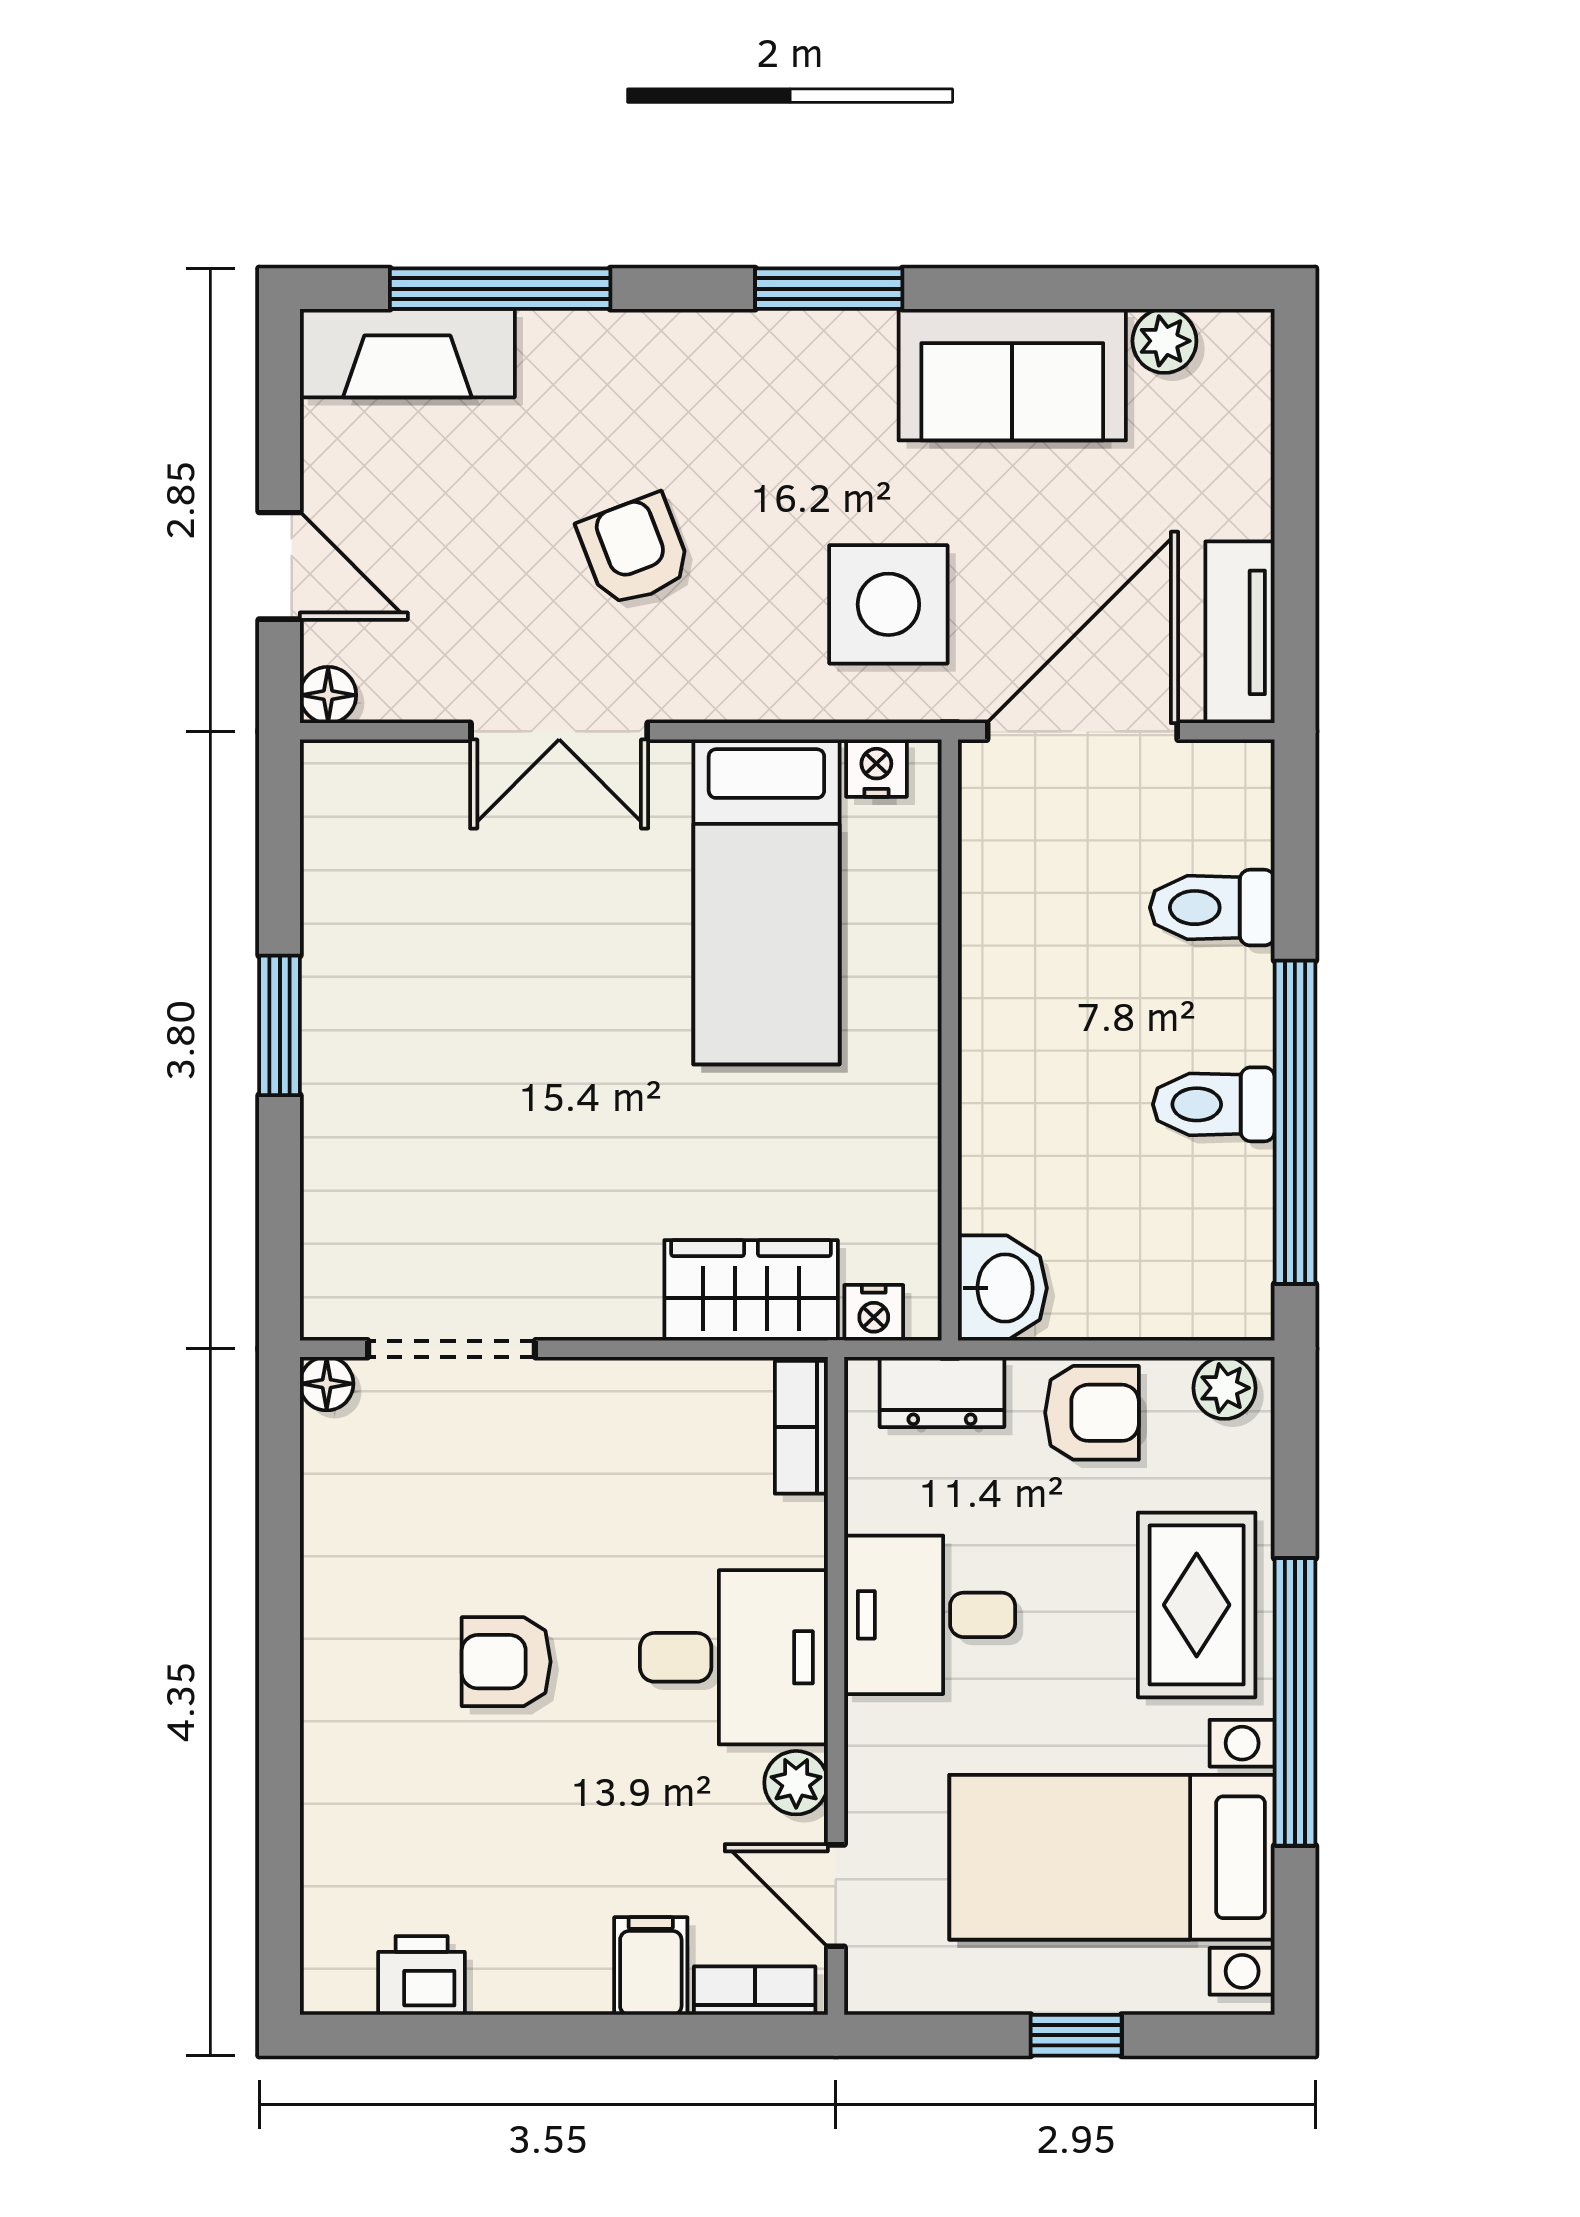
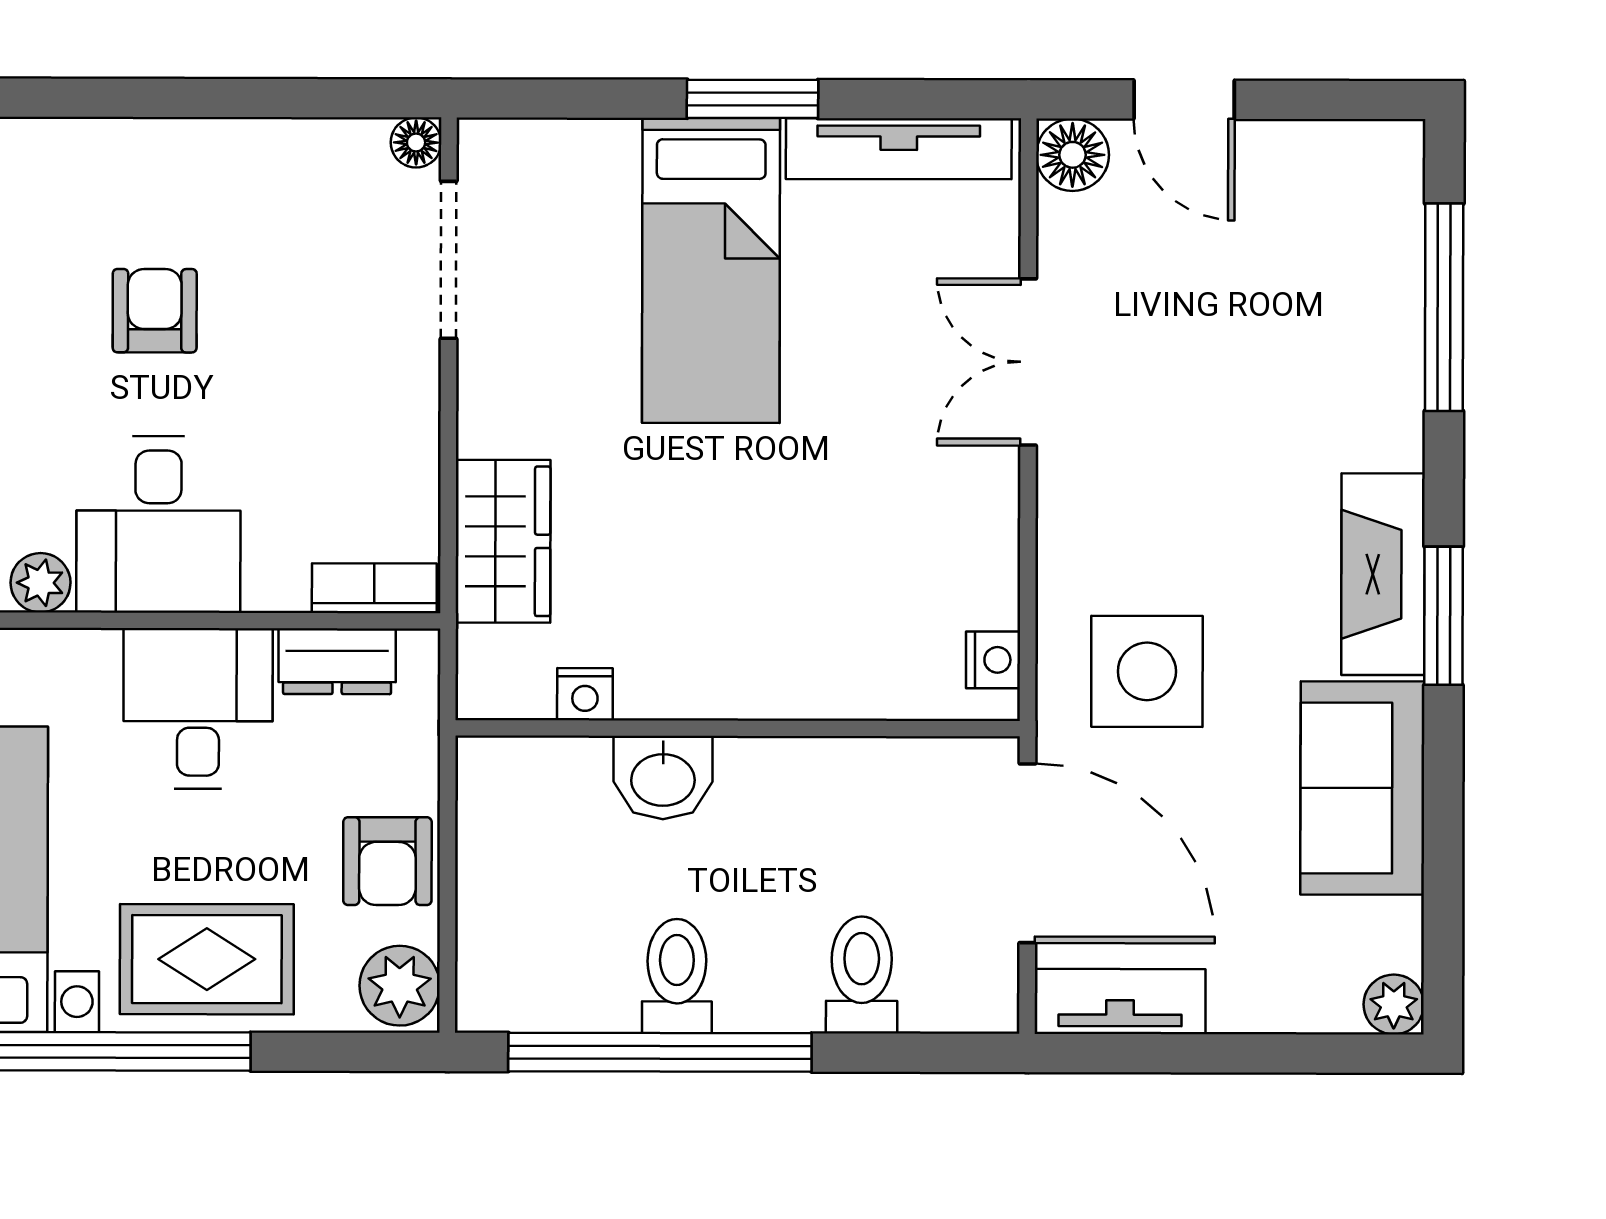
plant: (1164, 341) -> (1394, 1004), moved
fireplace: (407, 353) -> (1383, 574), moved
armchair: (635, 550) -> (1198, 433), removed
door: (280, 566) -> (1184, 100), hinge flipped
floor lamp: (328, 695) -> (1073, 155), width x1.37, depth x1.37
tv unit: (332, 870) -> (899, 149), added
bed: (766, 902) -> (711, 270), moved, turned -90
washbasin: (1002, 1288) -> (663, 778), moved
nightstand: (874, 1313) -> (585, 694), moved, turned -90
plant: (1224, 1388) -> (400, 986), width x1.38, depth x1.38
dresser: (942, 1392) -> (337, 661), moved, turned -90

